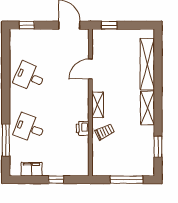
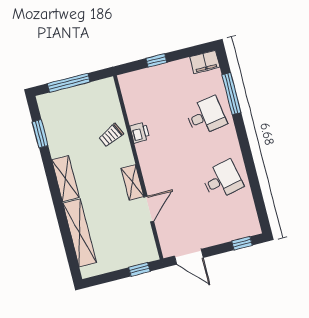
desk: (29, 77) -> (222, 180), turned -36
shelving: (98, 105) -> (132, 182), moved
desk: (29, 128) -> (206, 116), turned -30
filing cabinet: (32, 169) -> (205, 62), moved

